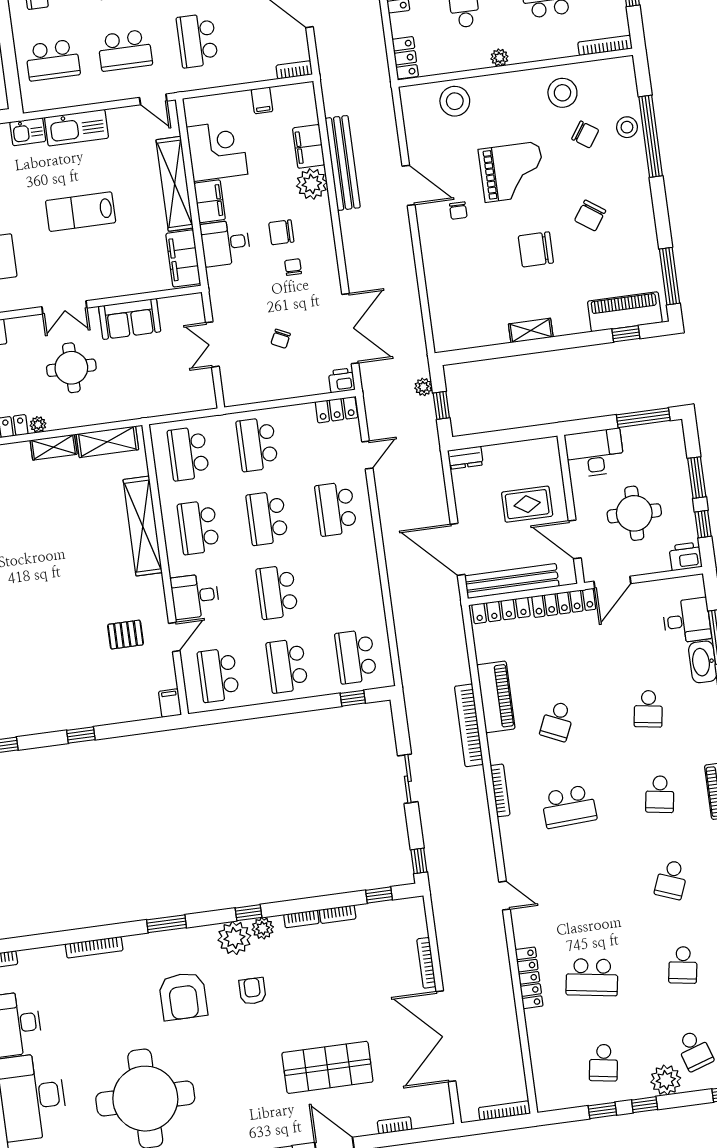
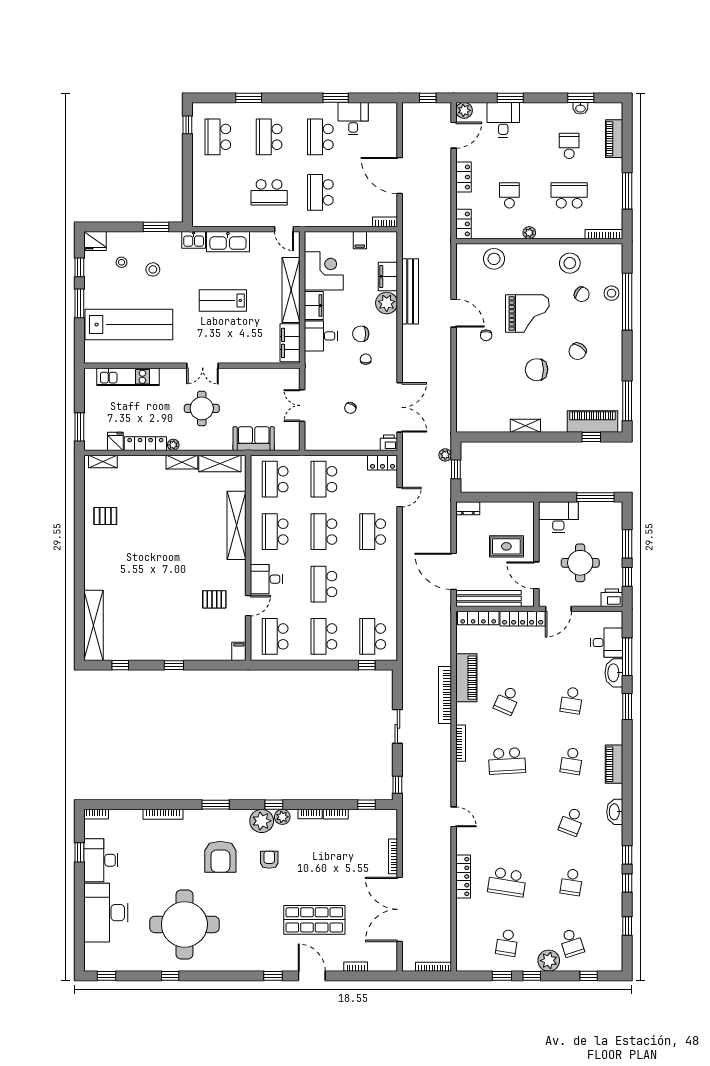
school desk: (53, 60) -> (218, 192), removed
sofa: (130, 319) -> (254, 439), moved, turned 180

